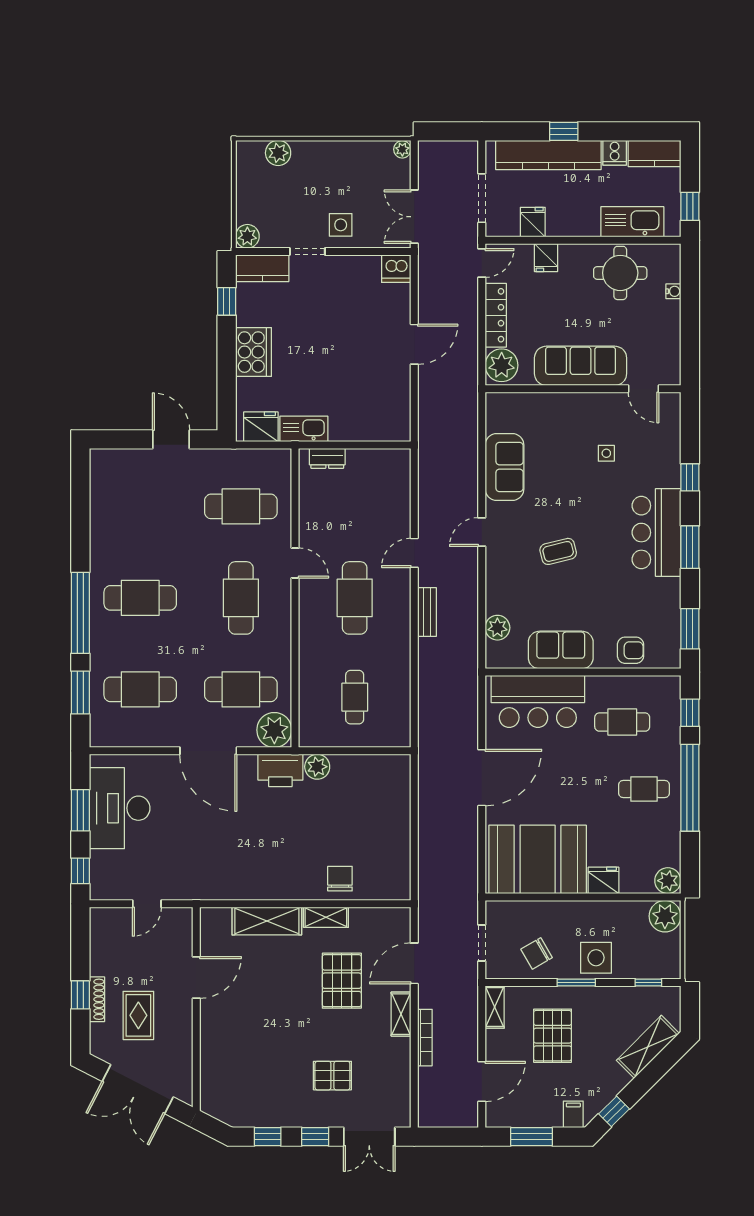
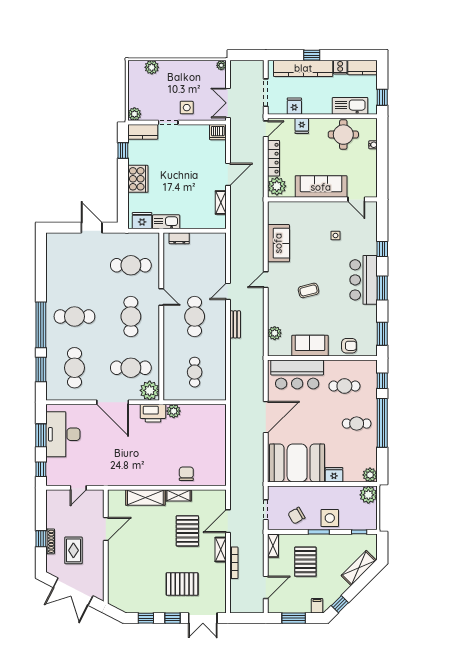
shelving: (401, 394) -> (221, 202), added
cafe table: (140, 689) -> (74, 368), turned 90
pallet: (332, 1076) -> (182, 584), width x1.50, depth x1.42

